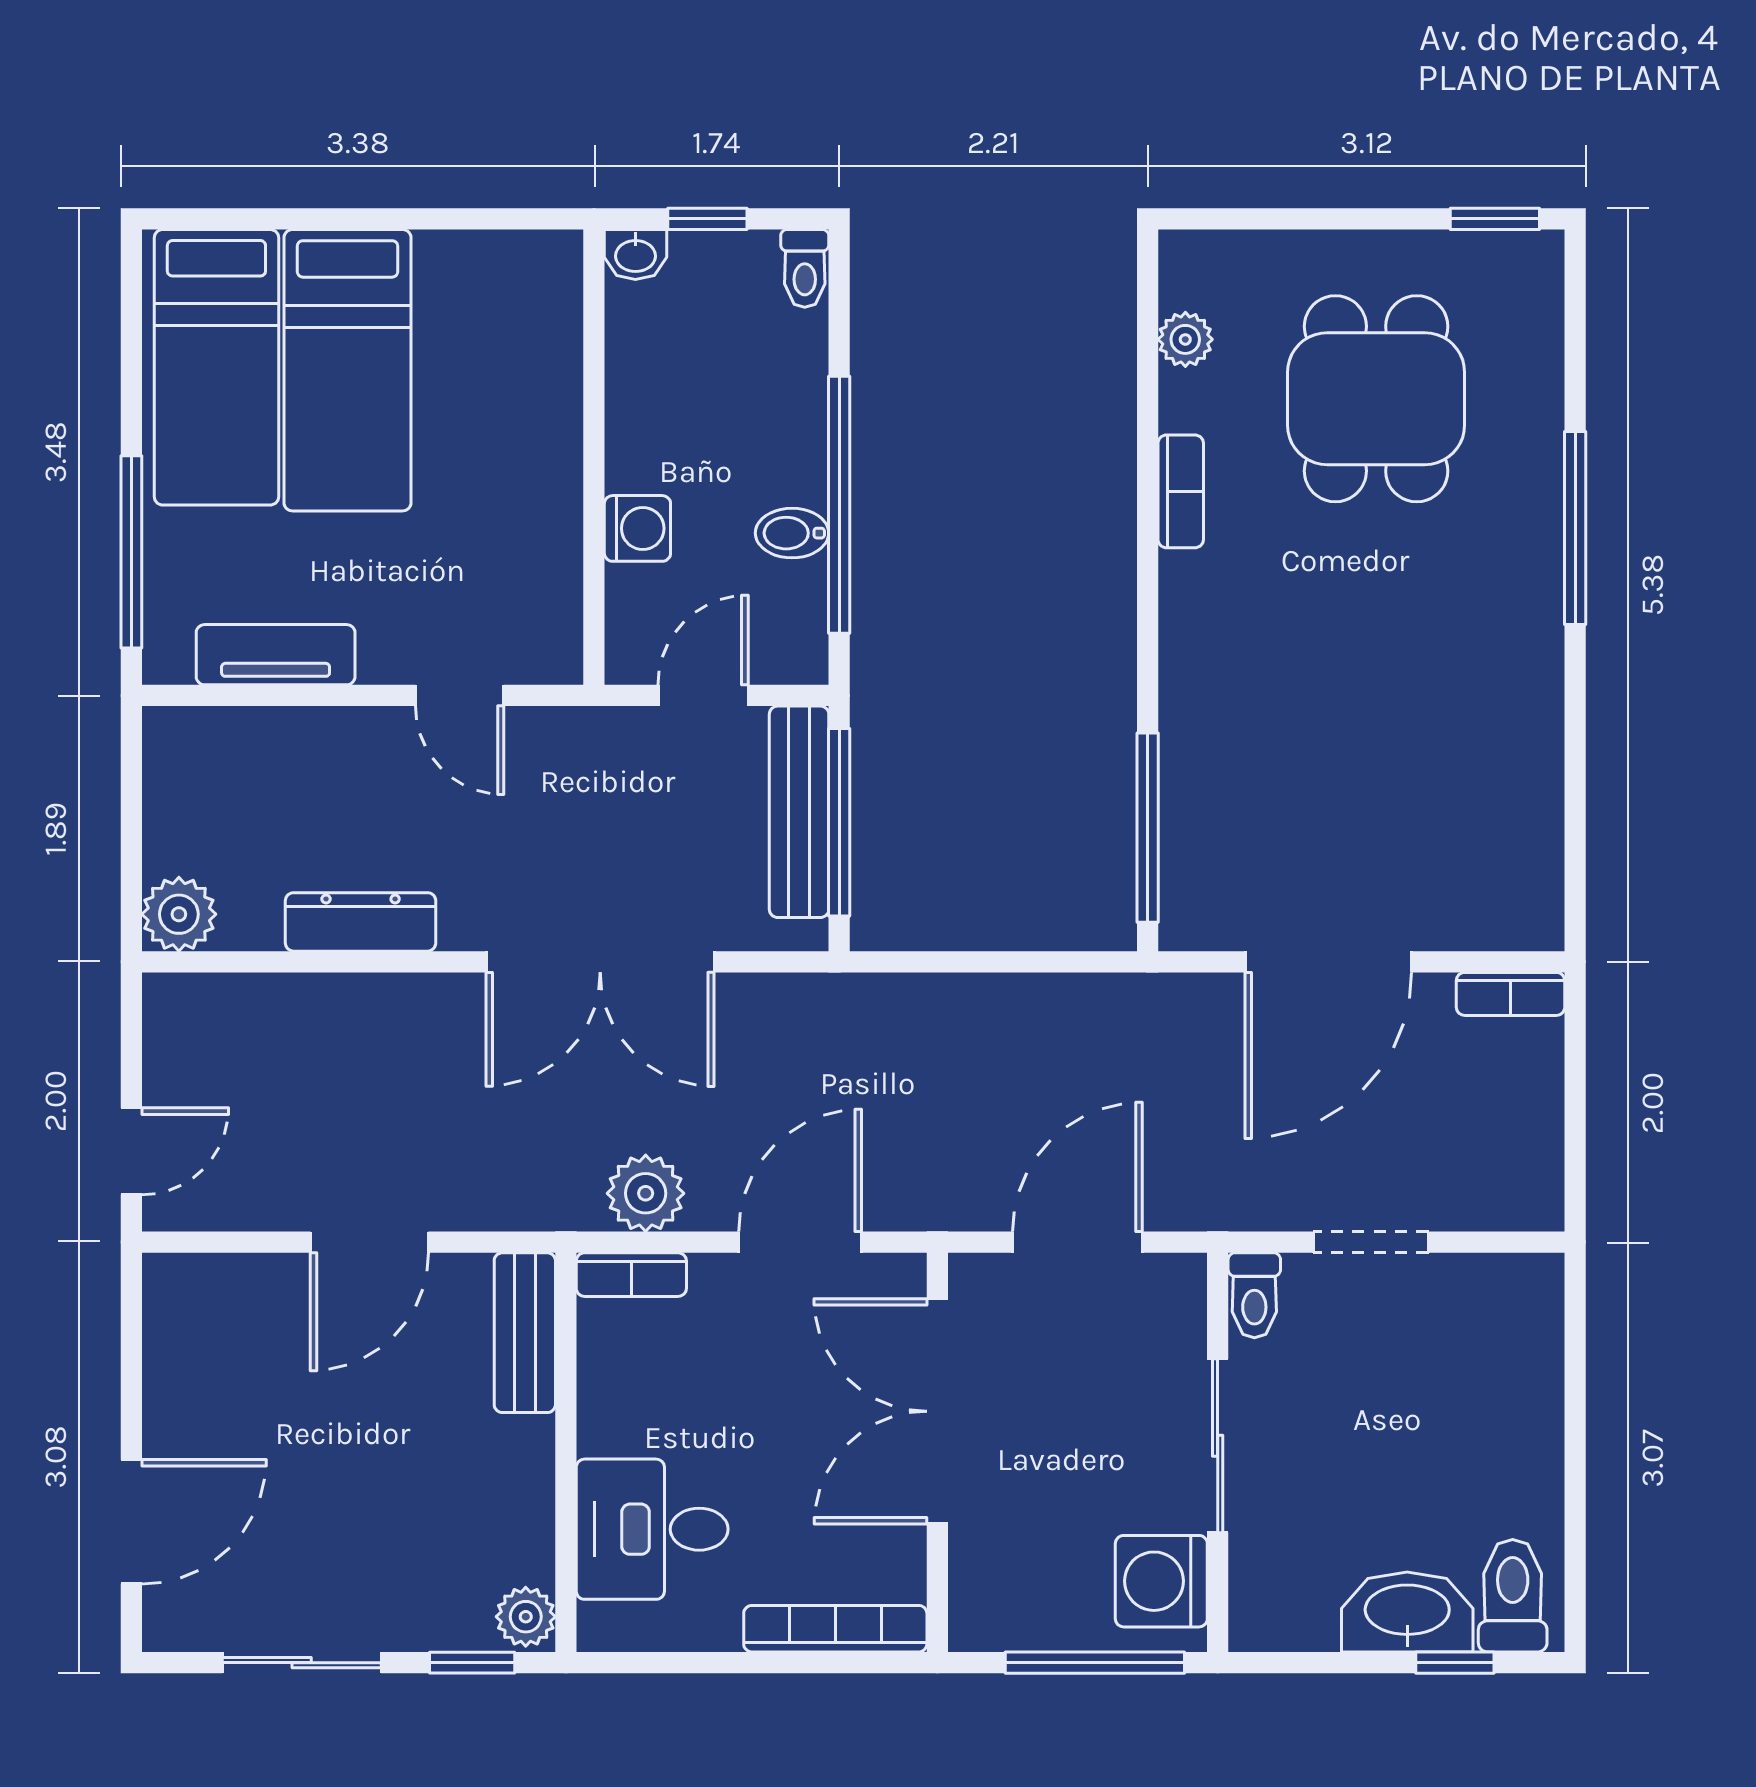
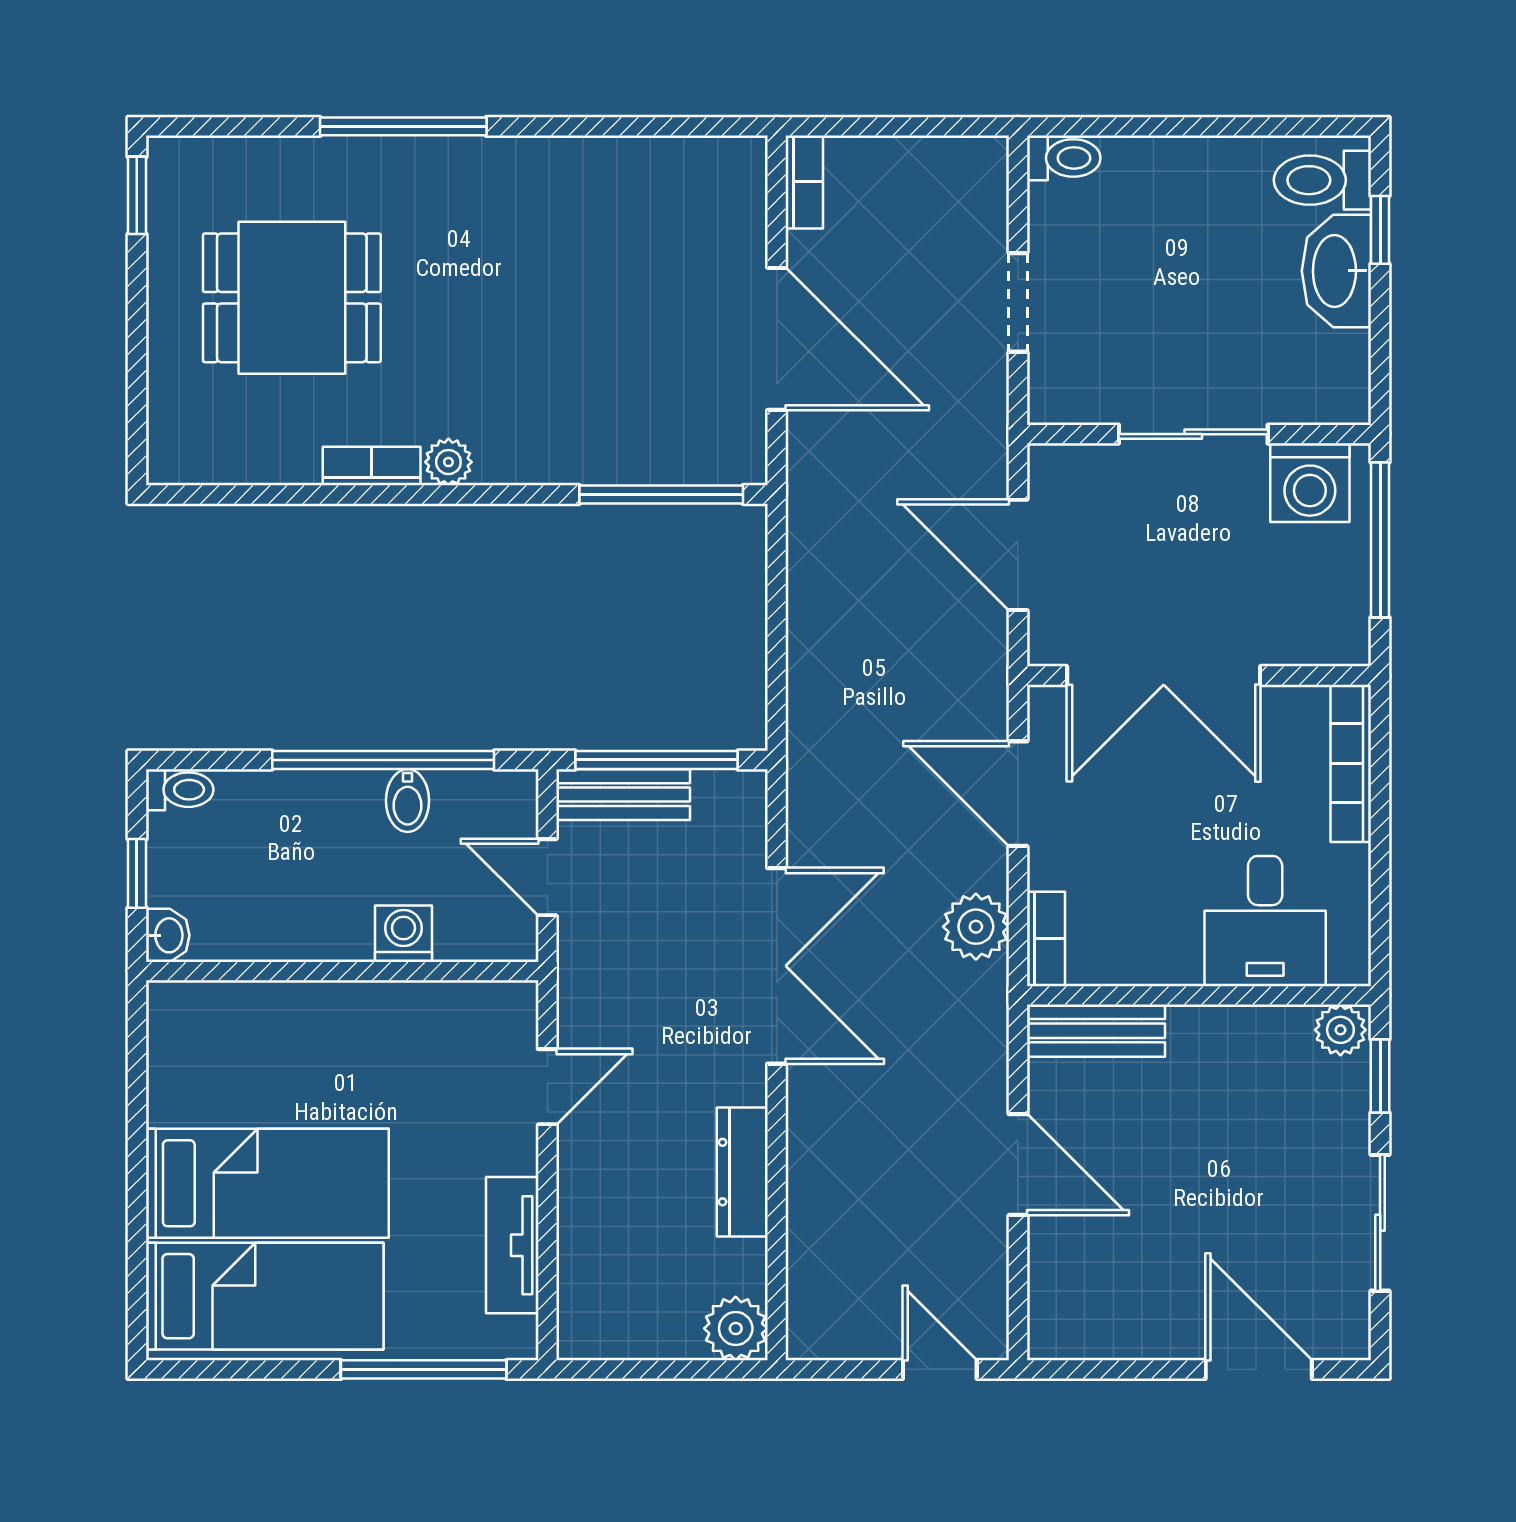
plant: (1185, 339) -> (448, 462), moved
bench: (799, 812) -> (623, 795), width x0.73
toilet: (1254, 1295) -> (1064, 158), moved

